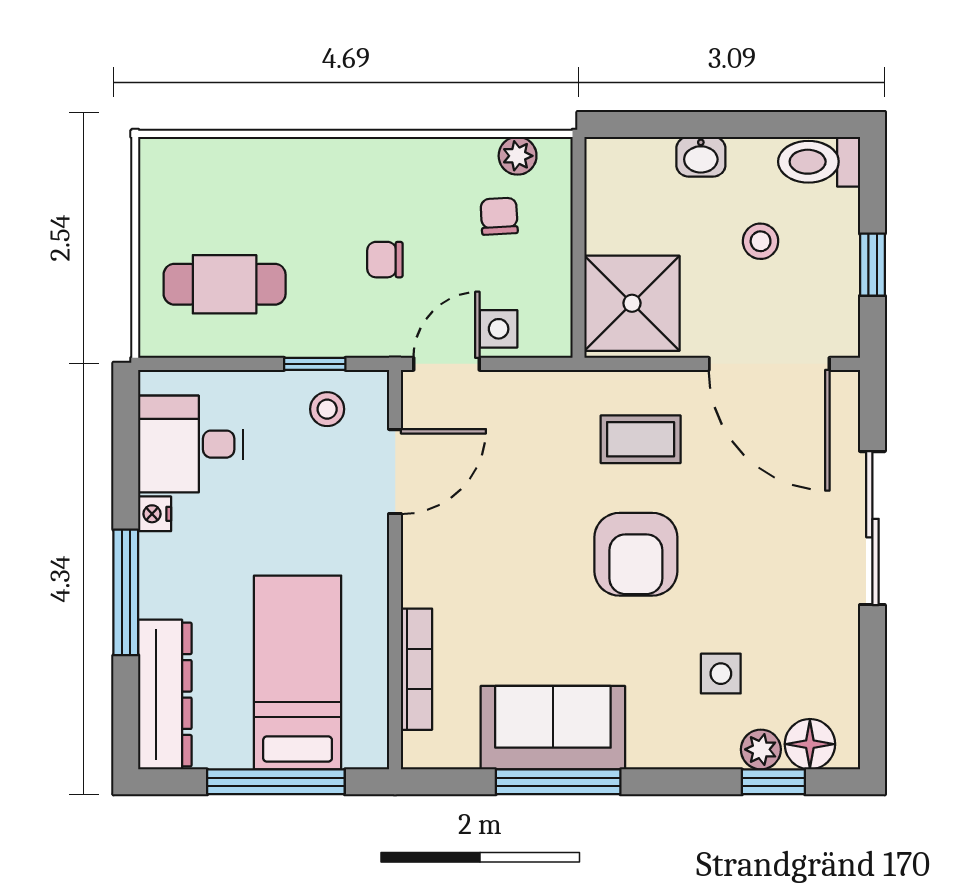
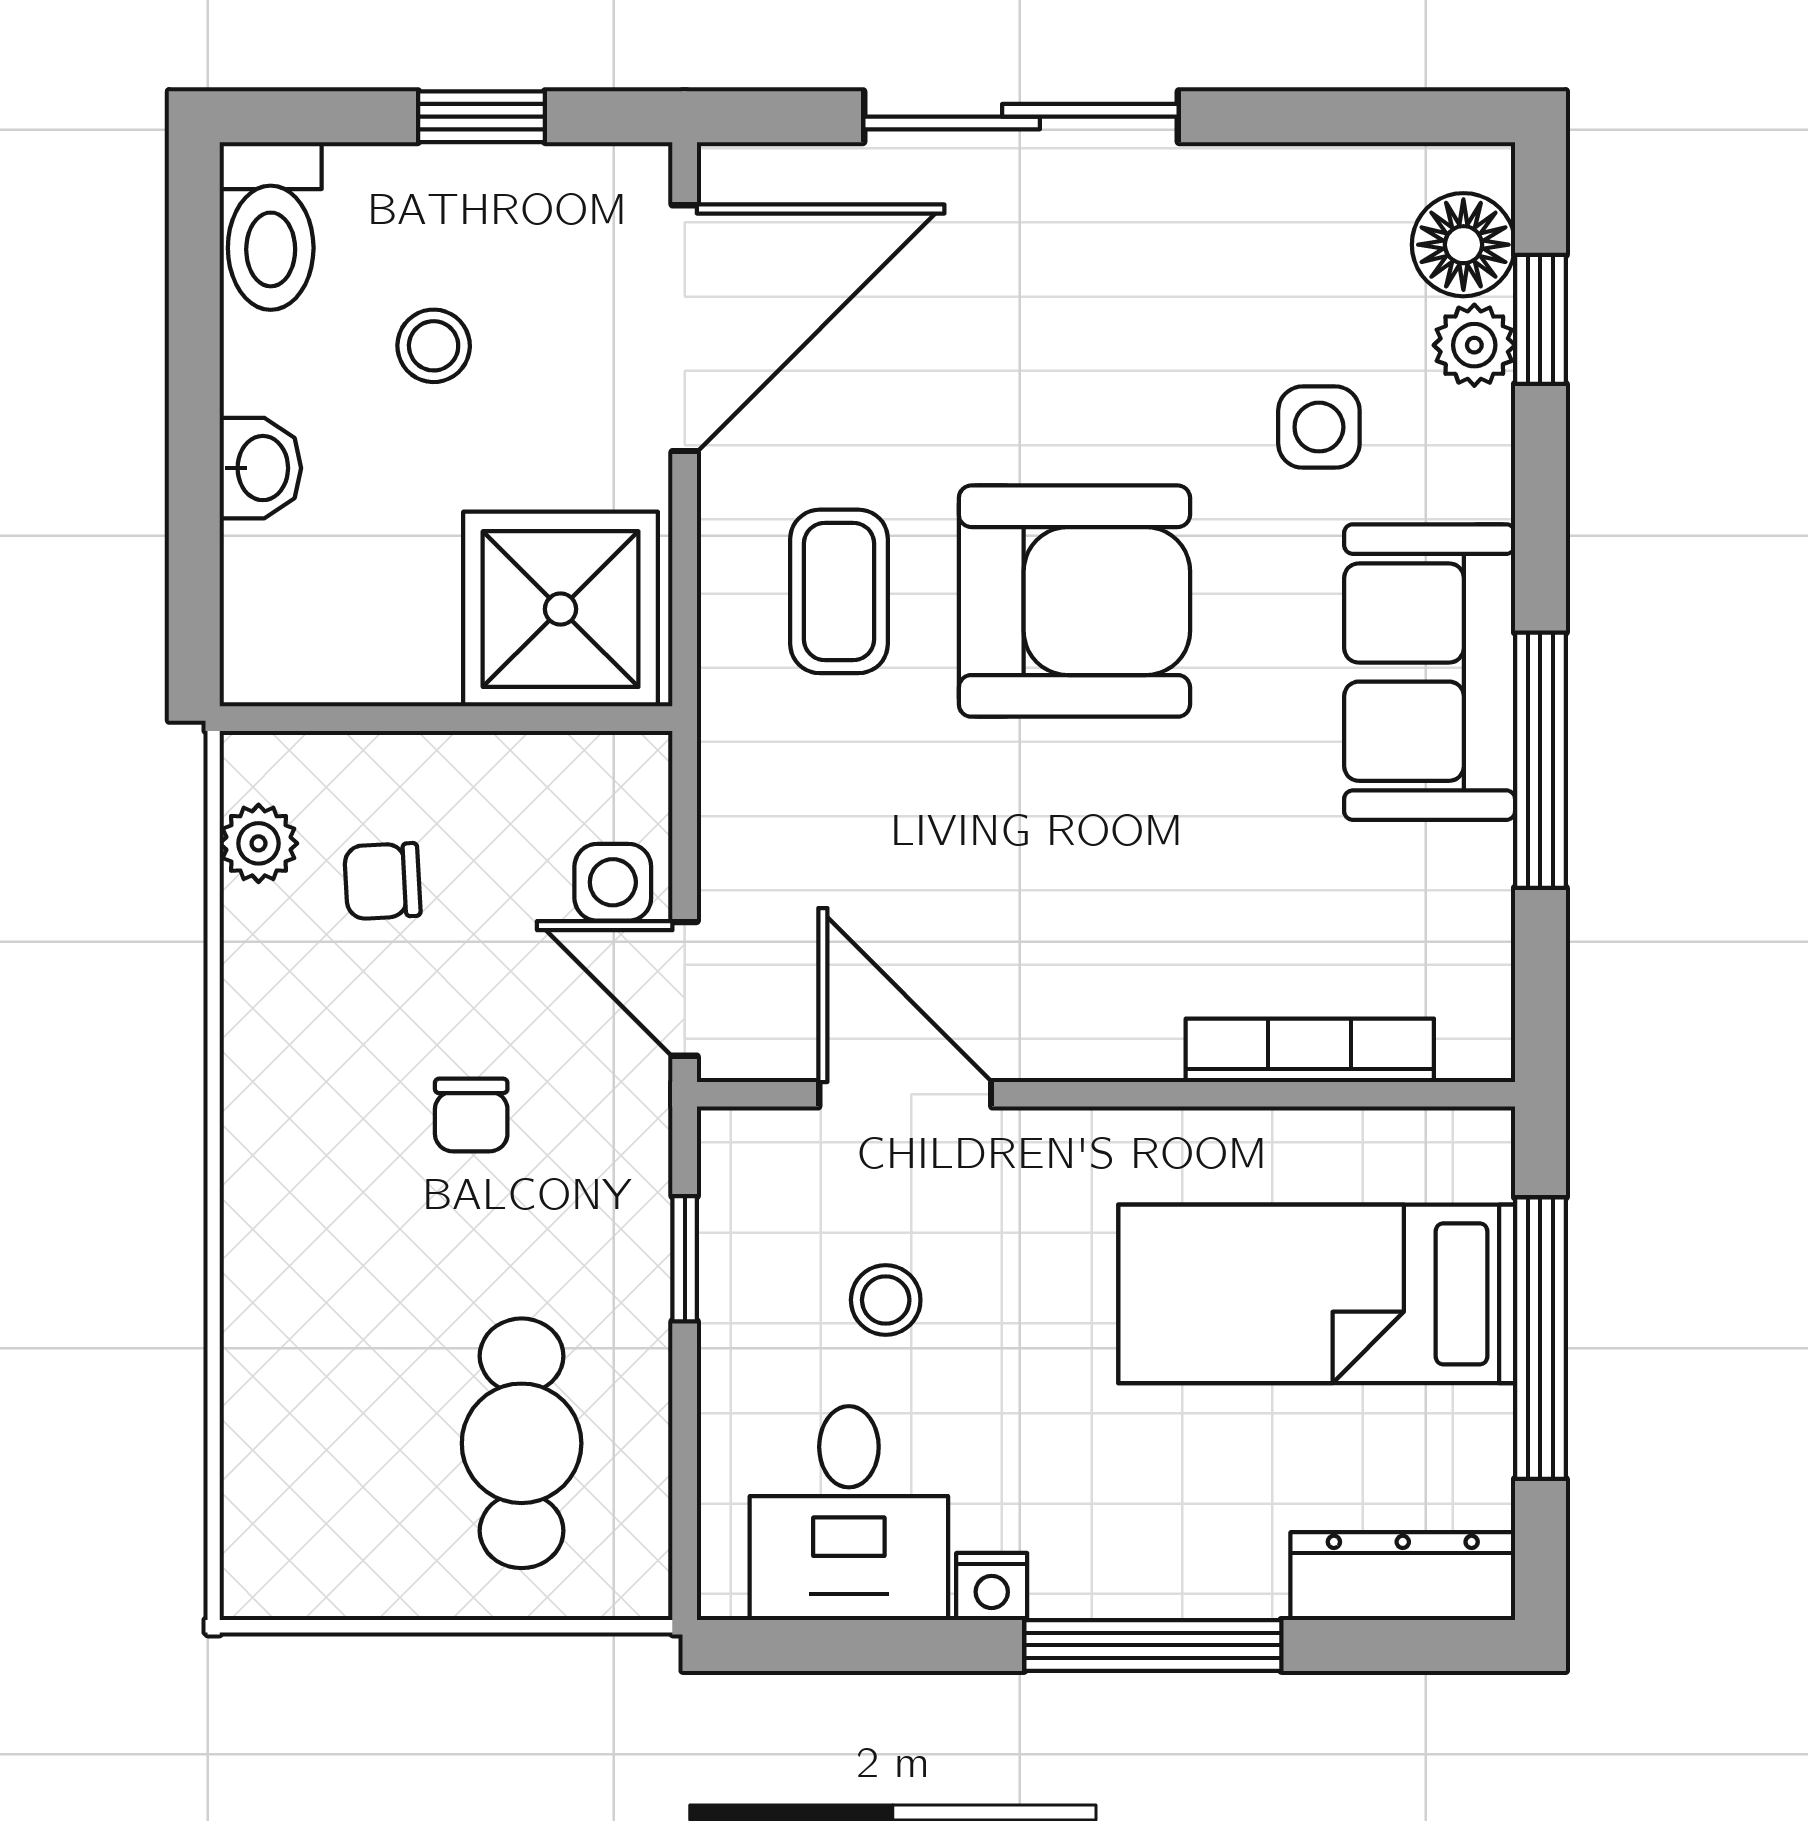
stool: (327, 409) -> (886, 1300), moved
armchair: (636, 554) -> (1074, 601), width x1.36, depth x1.36
dresser: (165, 695) -> (1403, 1576), width x0.73, depth x0.80
sofa: (553, 728) -> (1430, 672), moved

